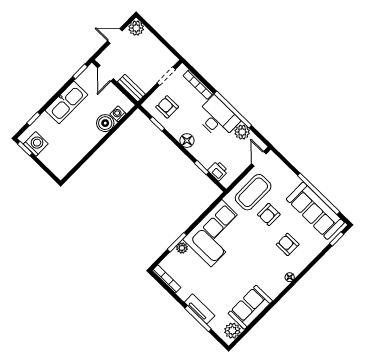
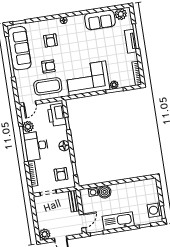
printer: (218, 171) -> (57, 115), width x1.87, depth x1.48

